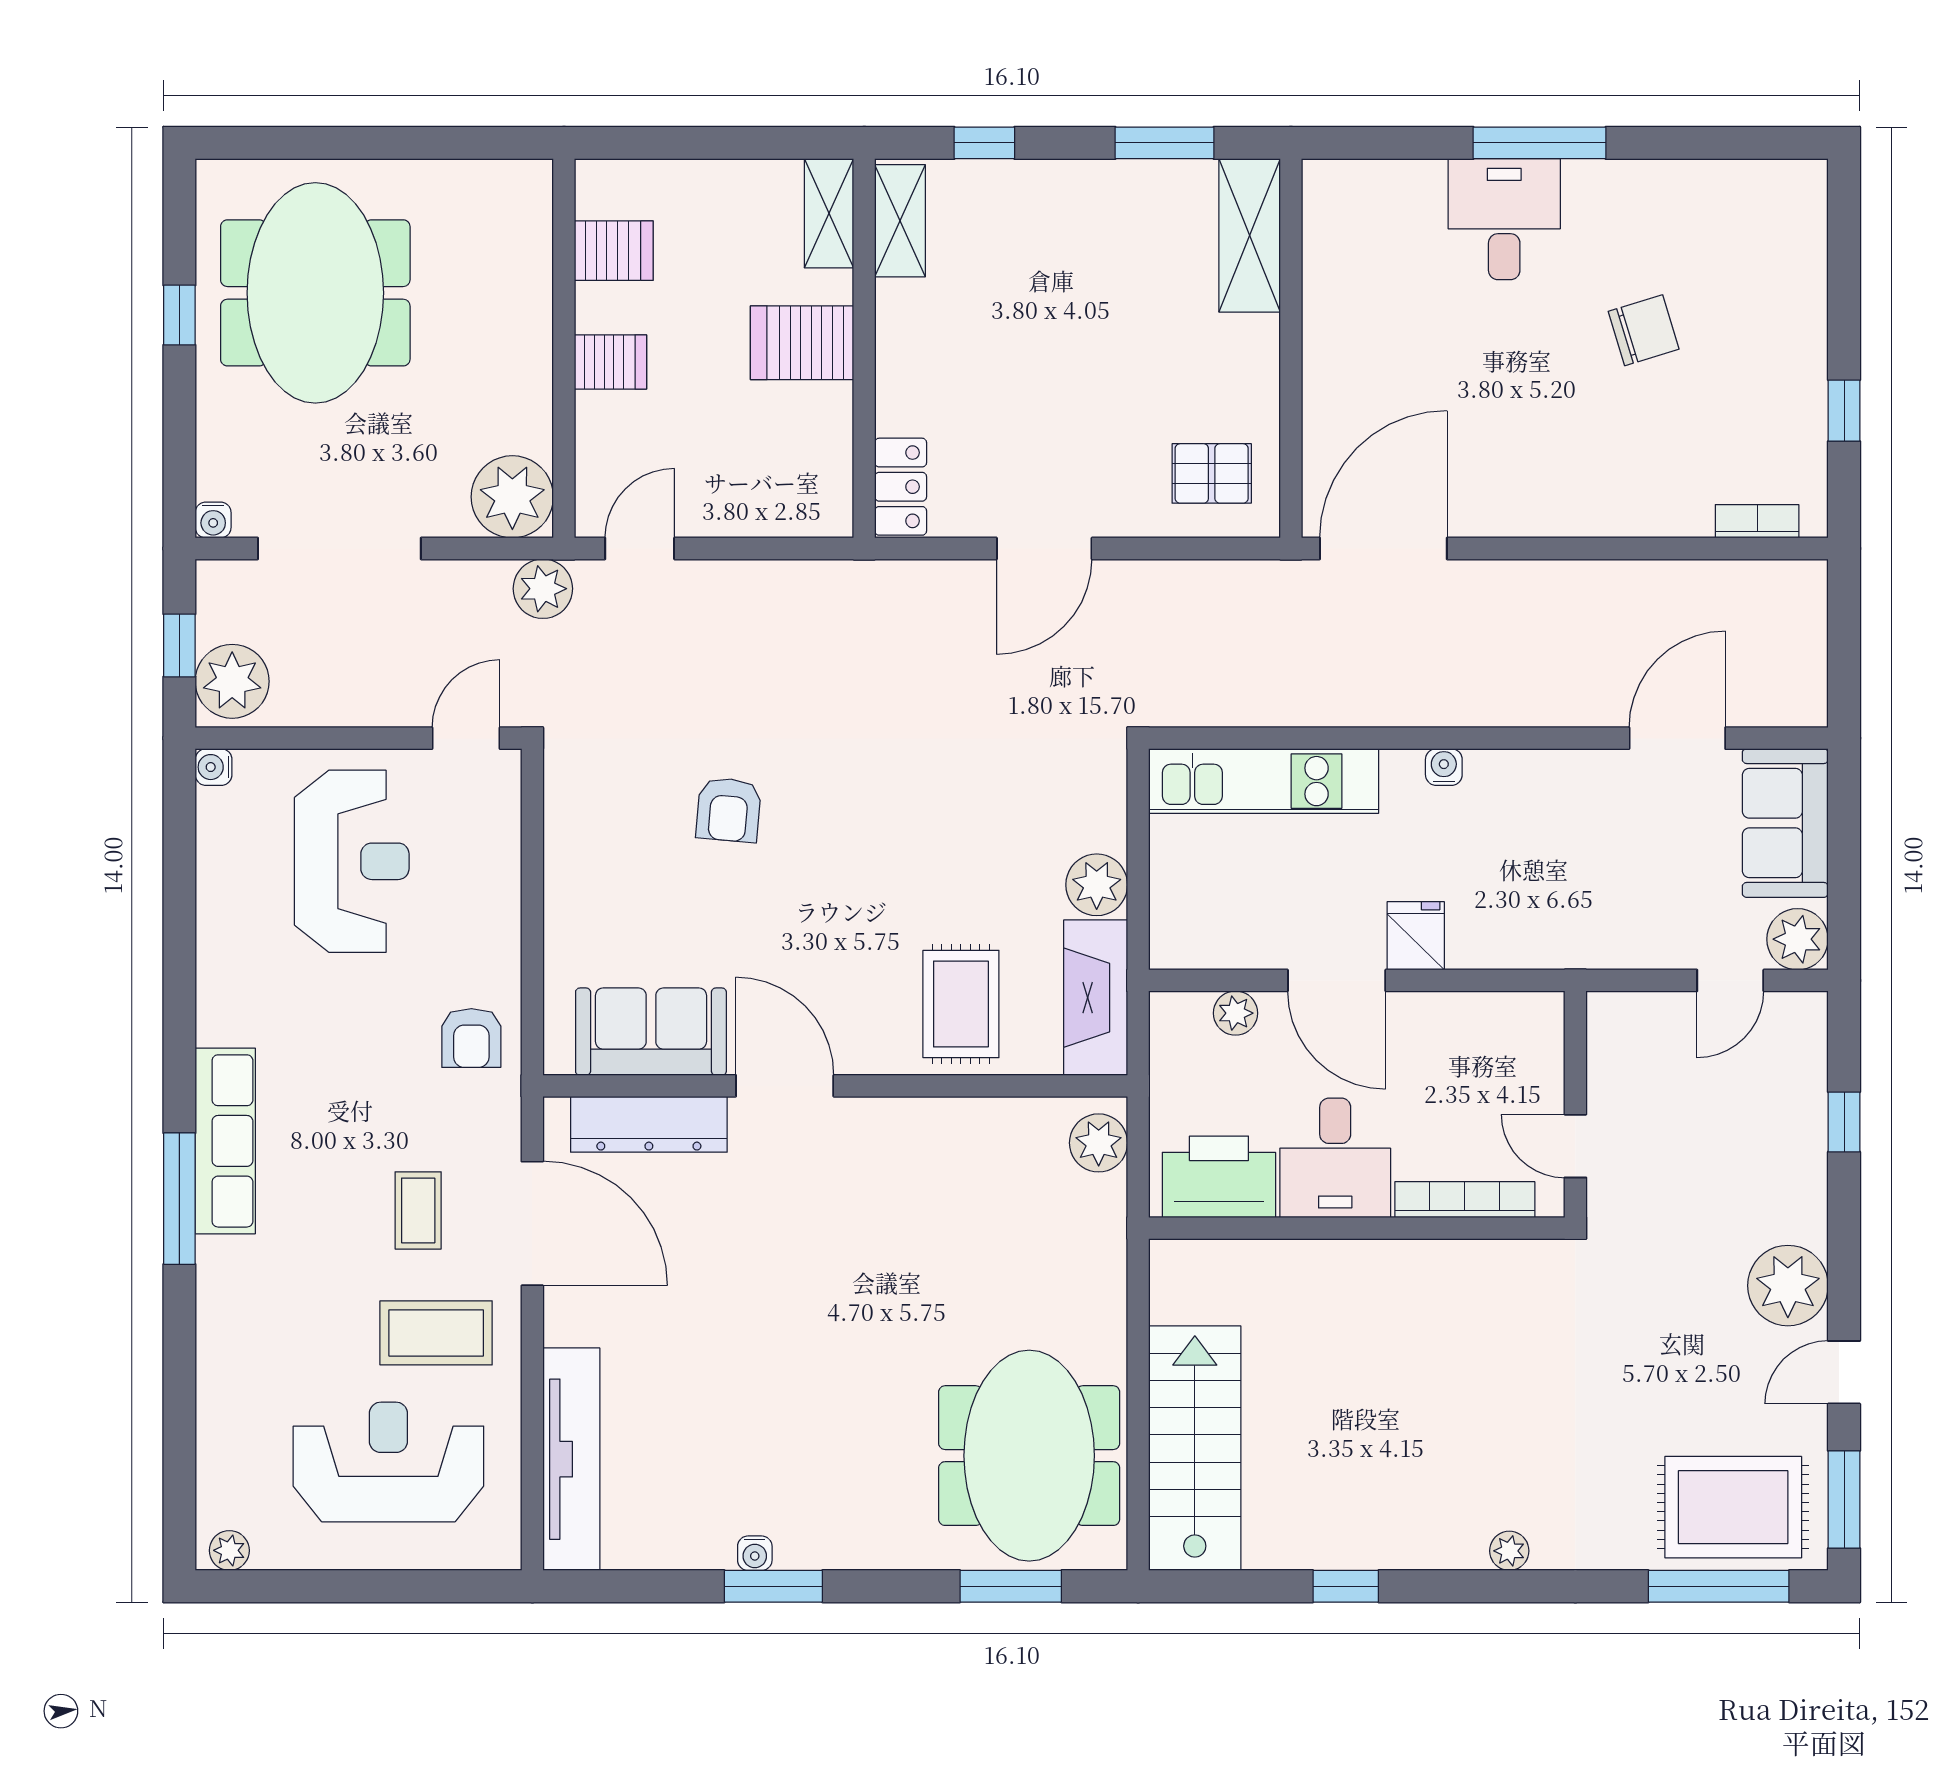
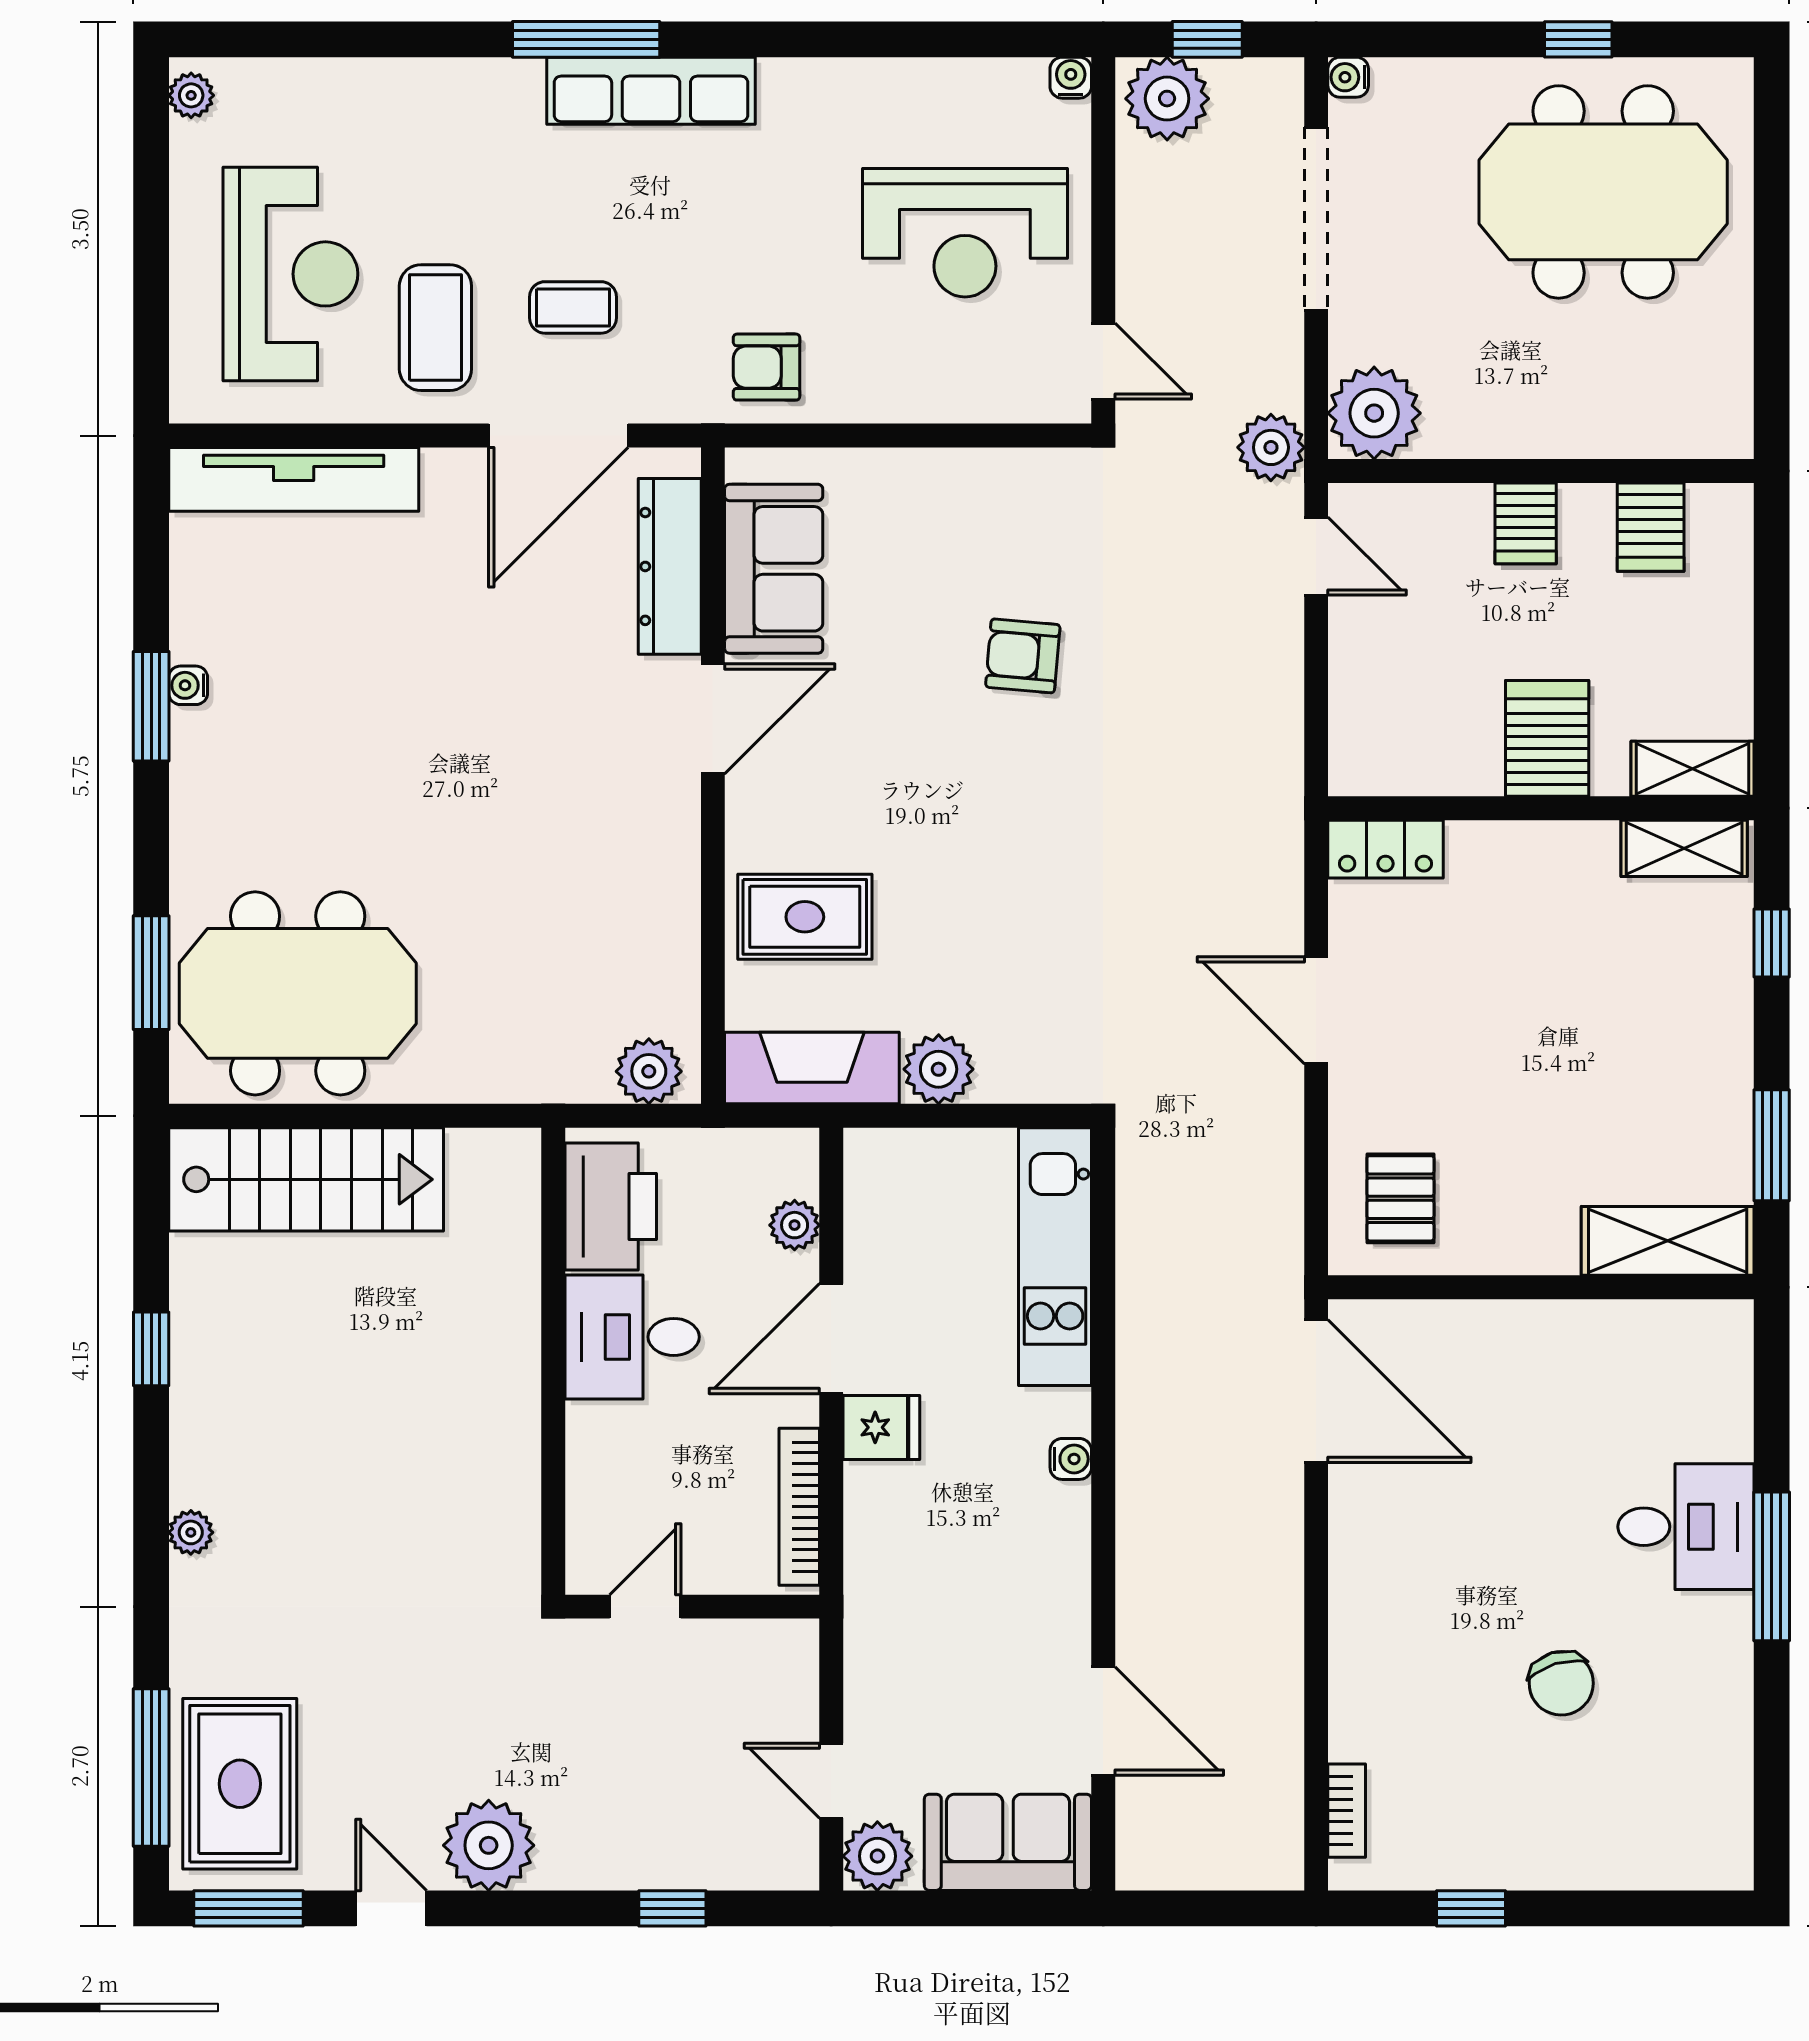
bookcase: (1465, 1200) -> (799, 1507), moved, turned 180

